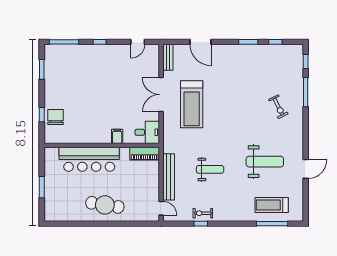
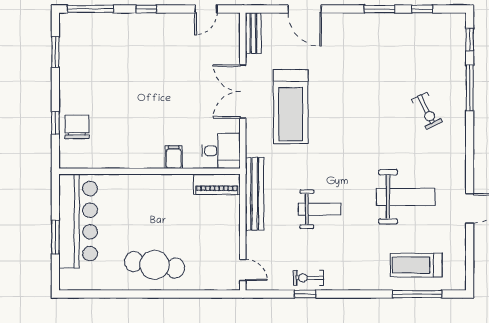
bar counter: (89, 159) -> (78, 221), moved, turned -90
bench: (169, 177) -> (255, 194), moved

